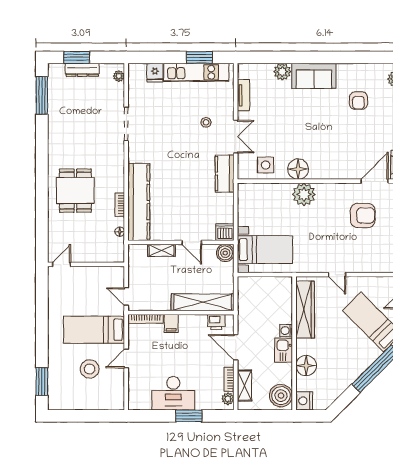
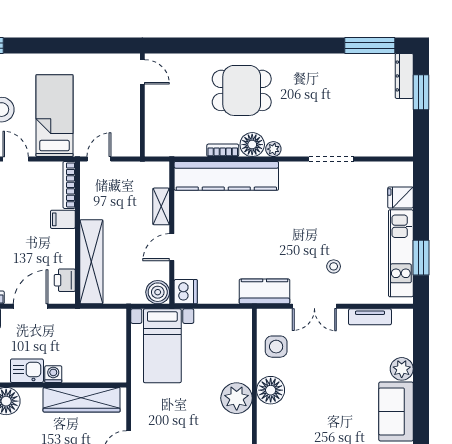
dresser: (82, 70) -> (404, 76), moved
plant: (119, 76) -> (273, 149), moved
floor lamp: (120, 232) -> (252, 145), moved, width x1.89, depth x1.89

